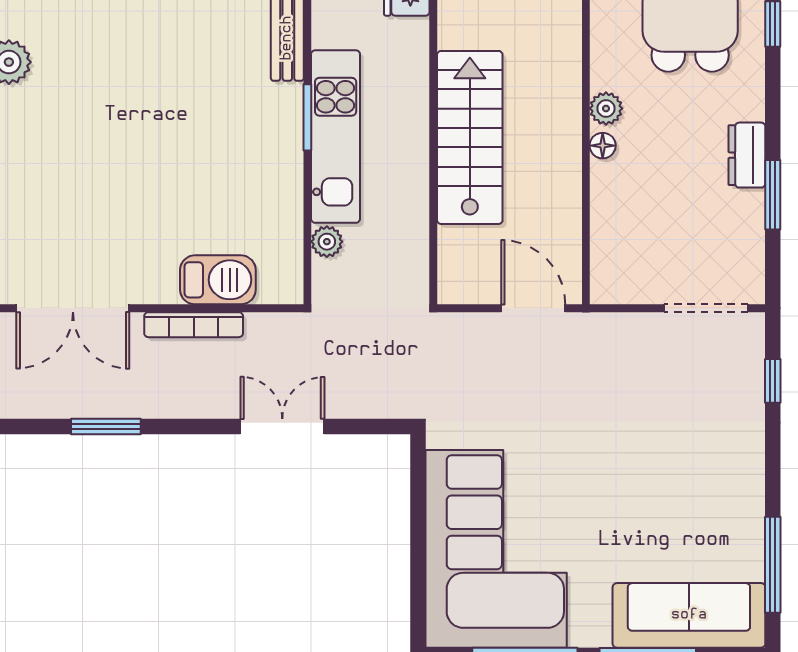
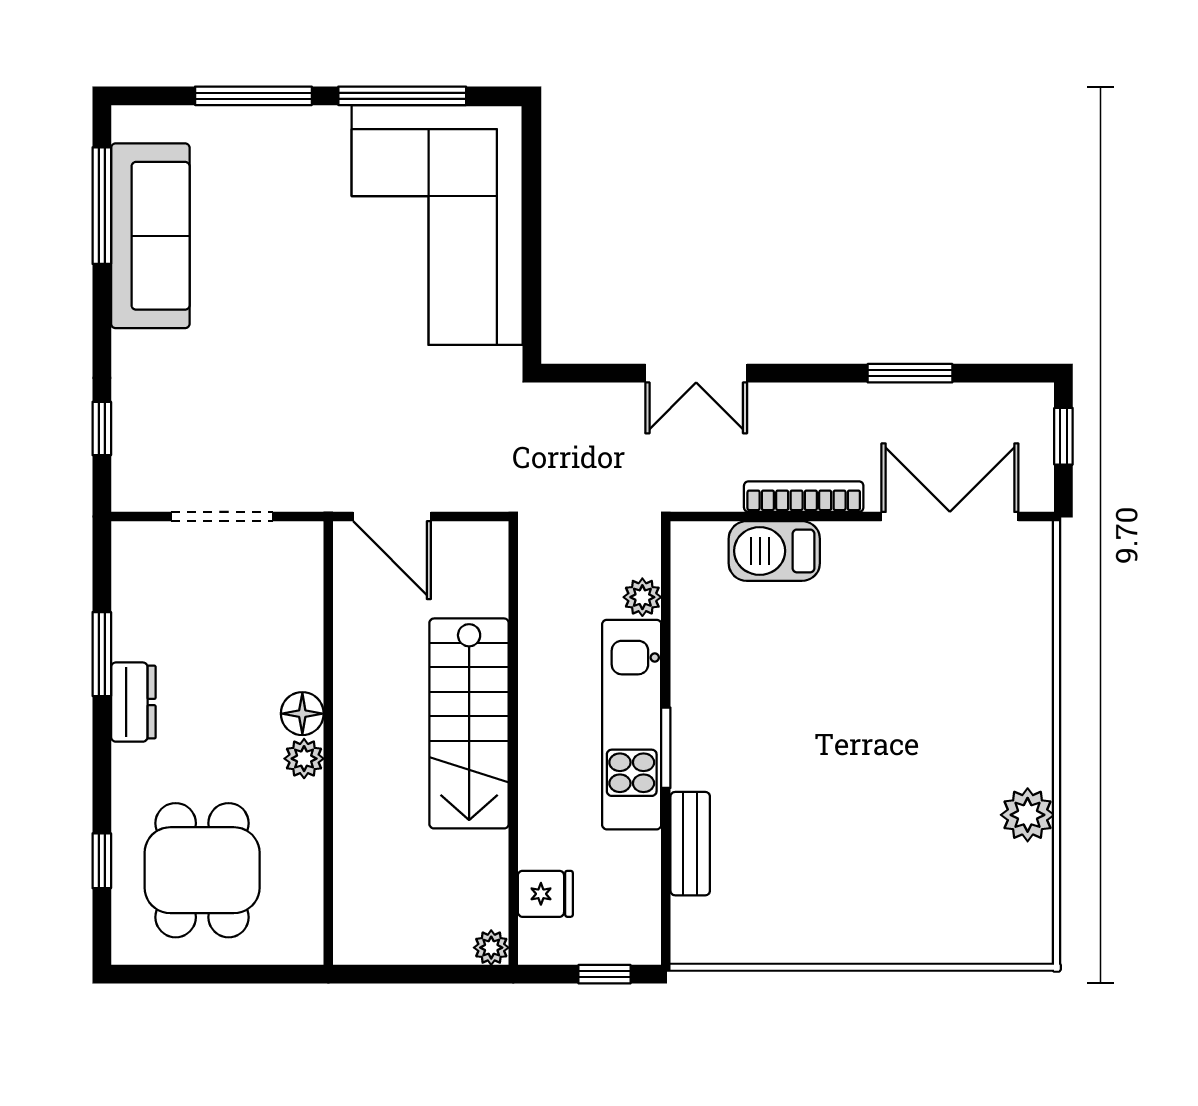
floor lamp: (603, 146) -> (302, 714), width x1.37, depth x1.37
doorway: (706, 308) -> (222, 517), moved
sofa: (689, 615) -> (150, 236), moved, turned -90

